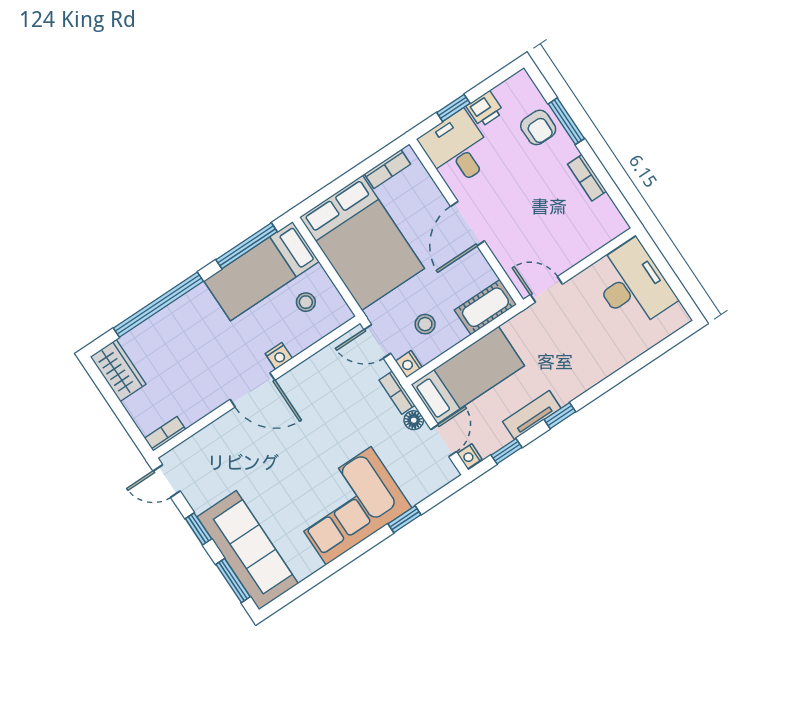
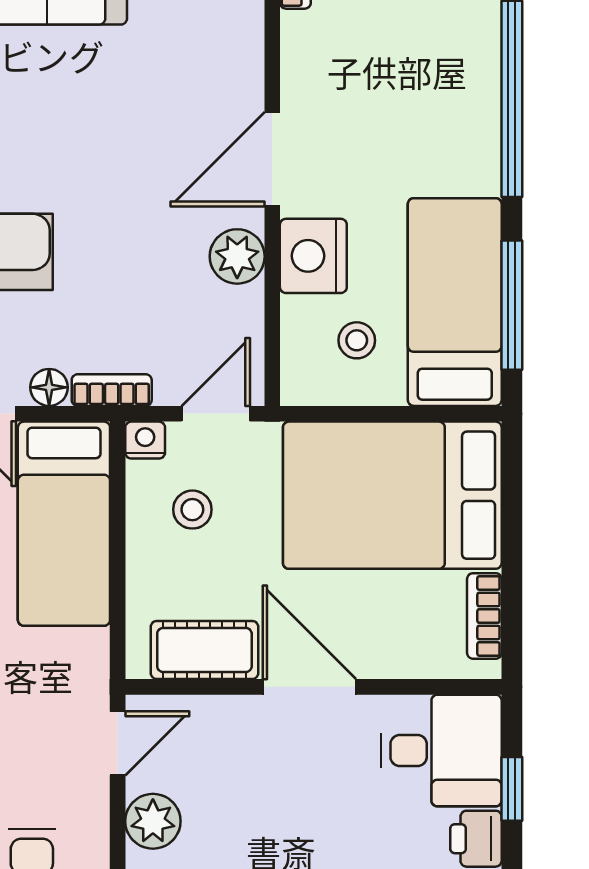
plant: (570, 252) -> (153, 821), added
cot: (485, 307) -> (204, 650), moved, turned 90
nightstand: (279, 356) -> (313, 256), width x1.89, depth x1.79
plant: (304, 377) -> (237, 256), added

